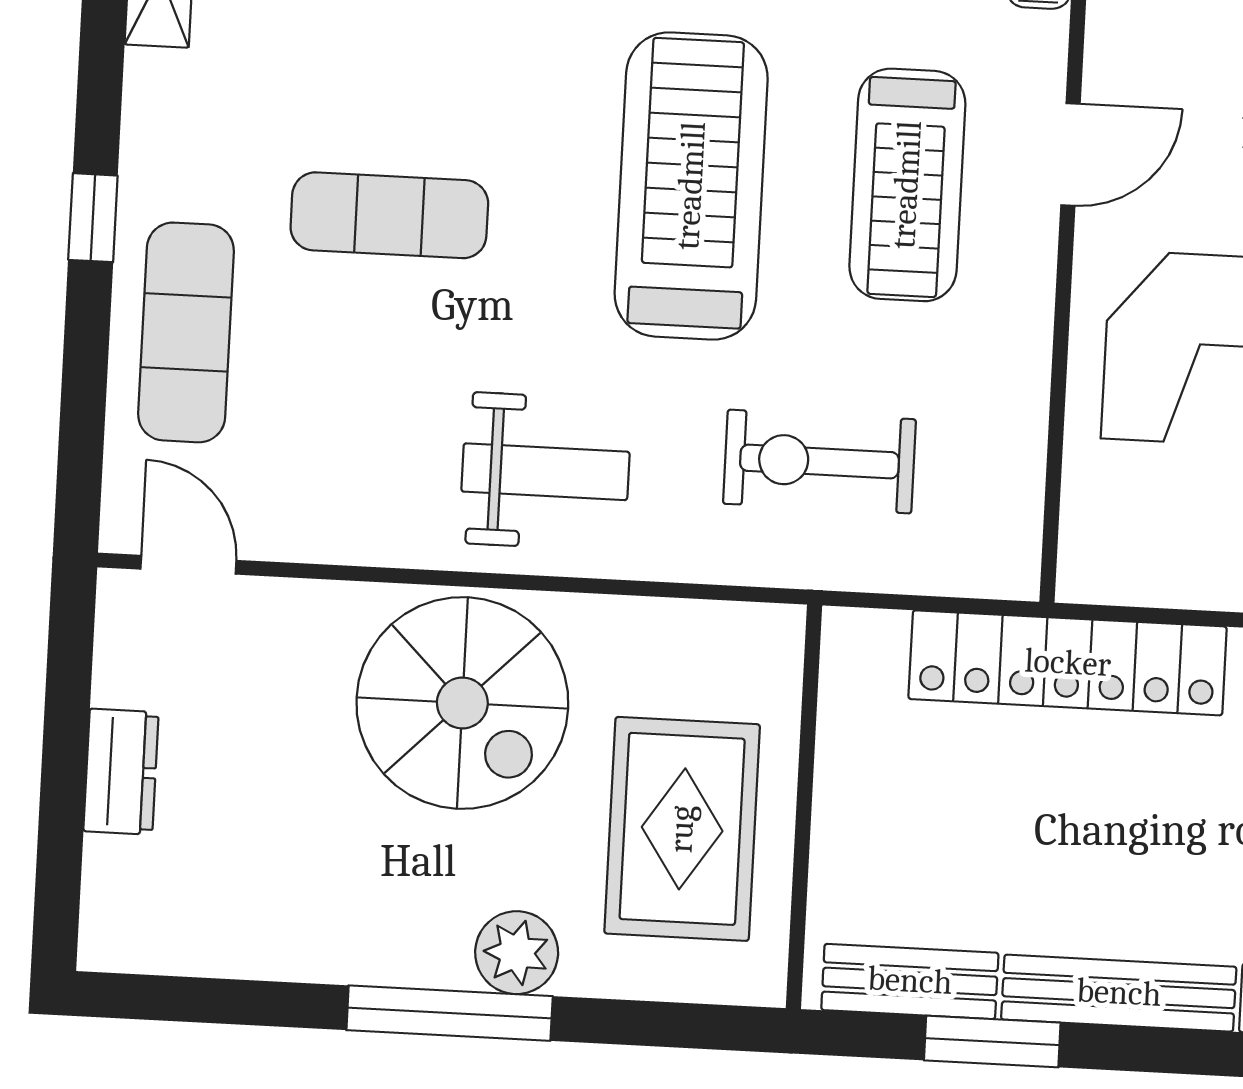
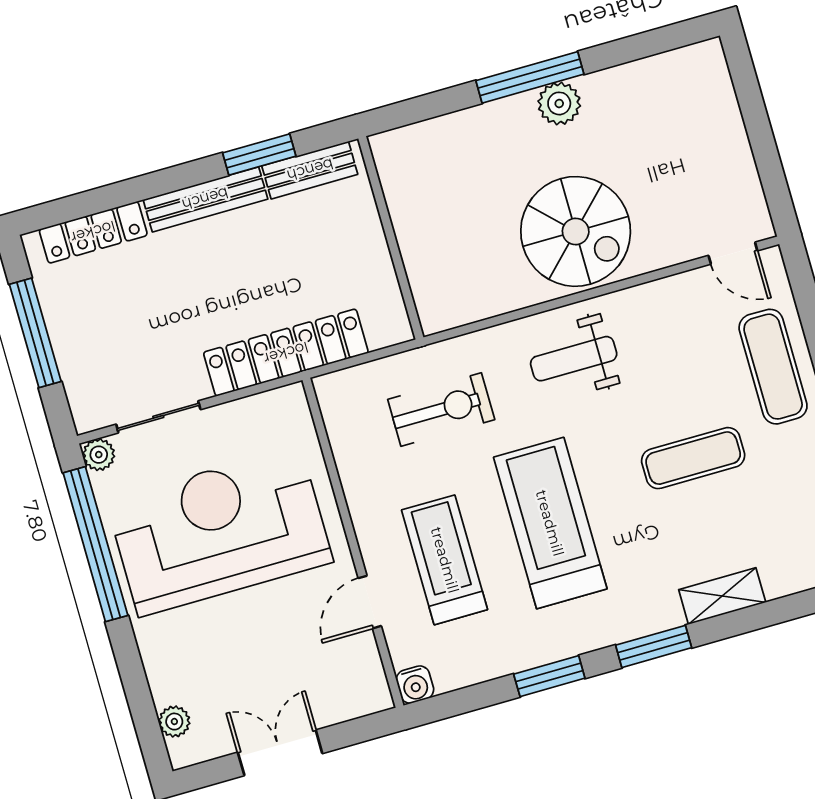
treadmill: (691, 186) -> (550, 523), turned 180
spiral stairs: (462, 703) -> (576, 231), turned 180
dresser: (121, 772) -> (731, 141), removed
rug: (682, 829) -> (447, 207), removed
plant: (517, 953) -> (559, 103), moved

